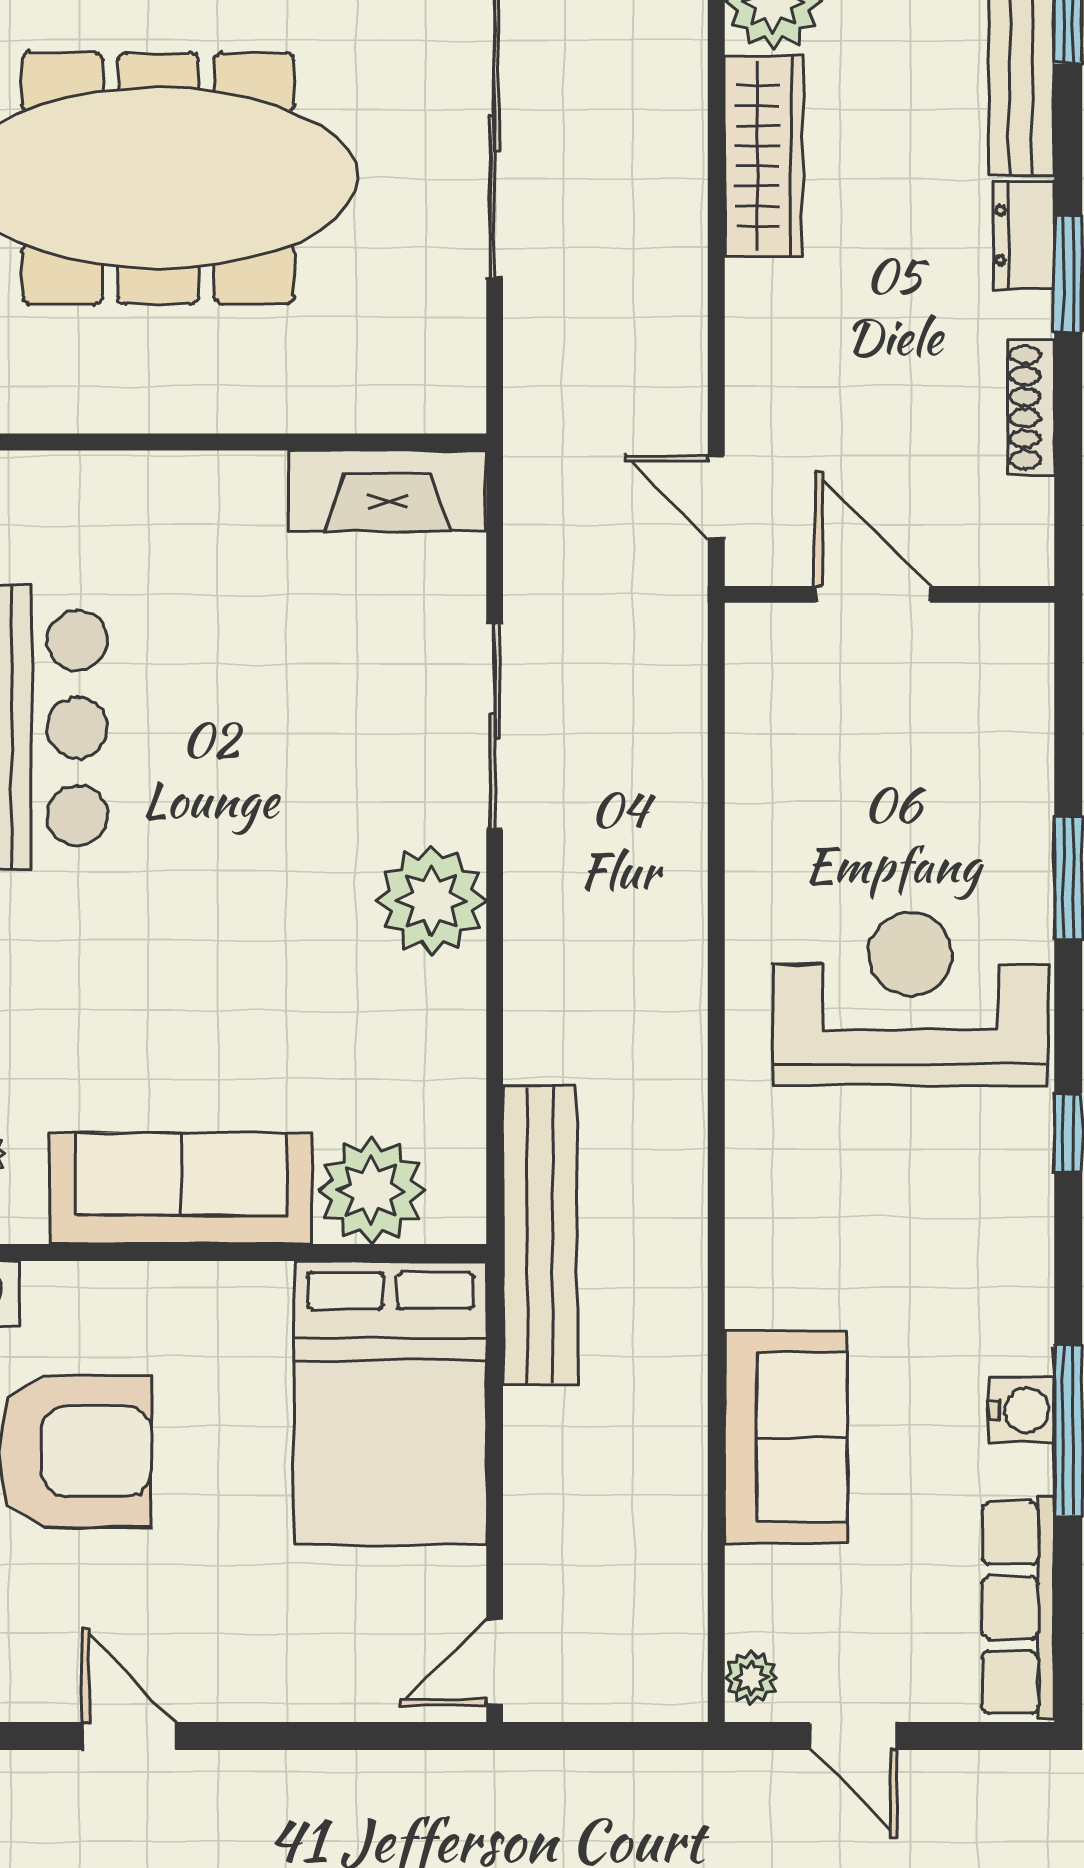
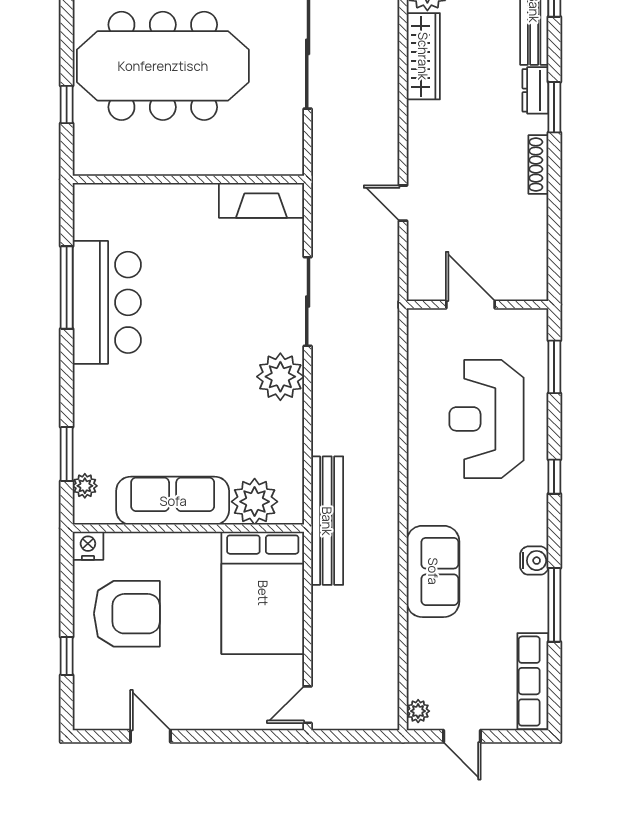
door: (873, 594) -> (470, 305), moved
wall: (889, 594) -> (478, 305), moved
reception desk: (910, 999) -> (487, 419), turned -90
water cooler: (1021, 1410) -> (534, 561), moved
sofa: (786, 1437) -> (433, 571), moved

